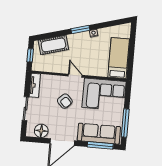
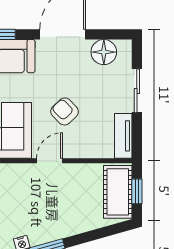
cot: (53, 45) -> (118, 192), moved, turned -74
door: (75, 76) -> (50, 161), swing flipped

